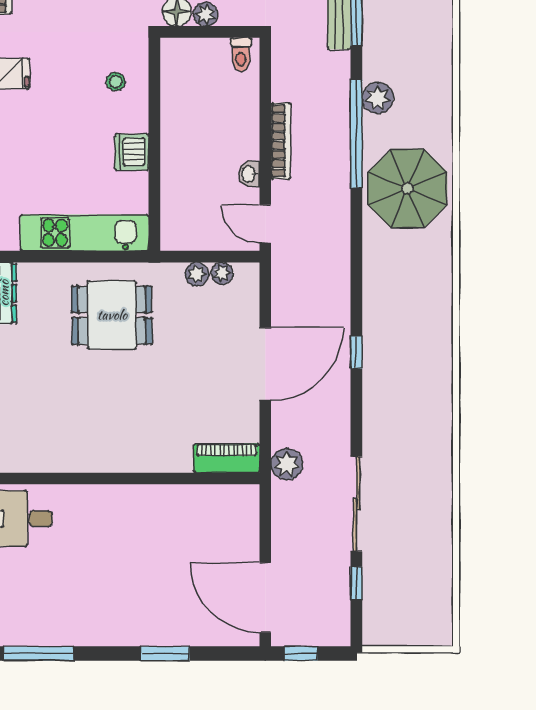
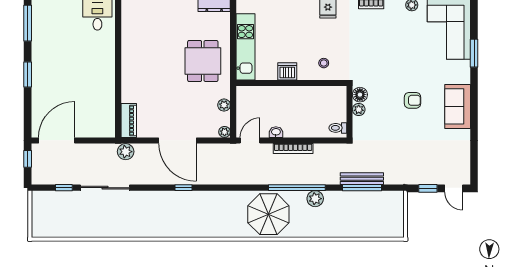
plant: (222, 273) -> (225, 132), moved
window: (165, 653) -> (28, 75), moved

